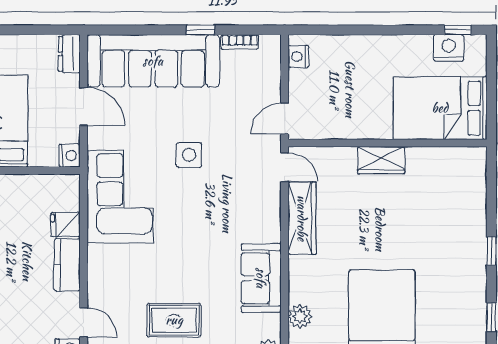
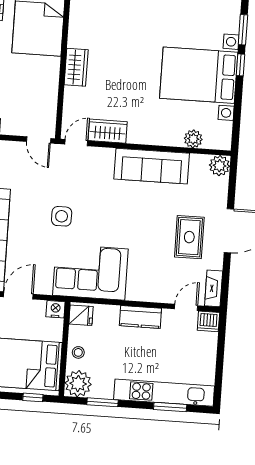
stool: (16, 188) -> (78, 352), added
wardrobe: (302, 218) -> (108, 131), width x0.67
fridge: (66, 224) -> (81, 315), moved, turned -90
sofa: (261, 278) -> (152, 166), width x1.36

